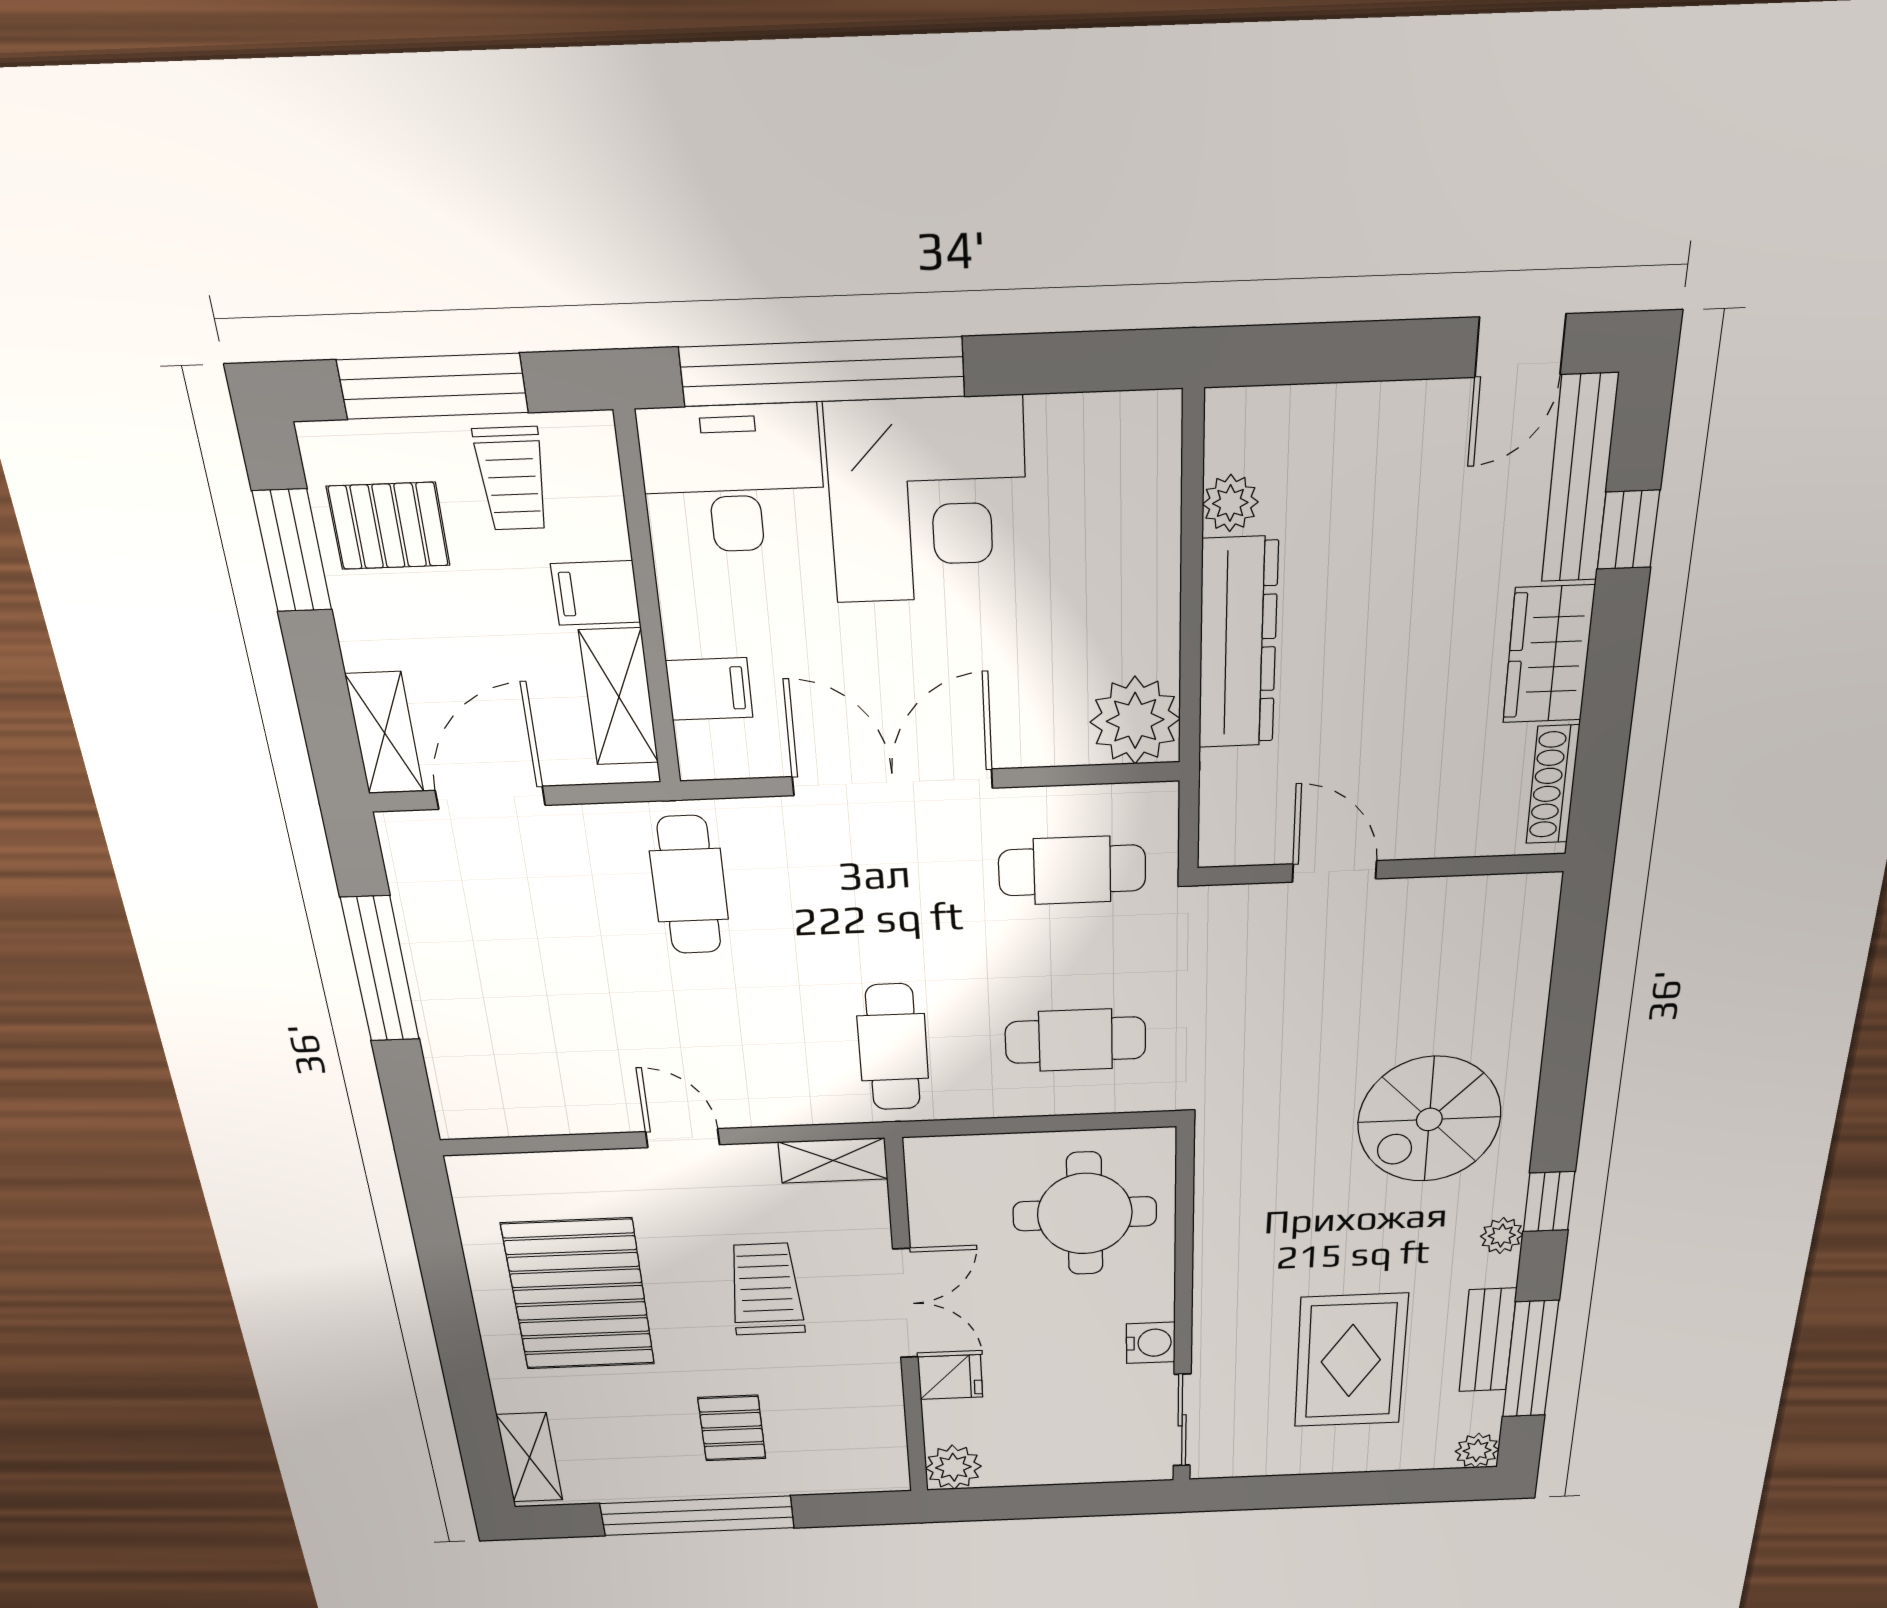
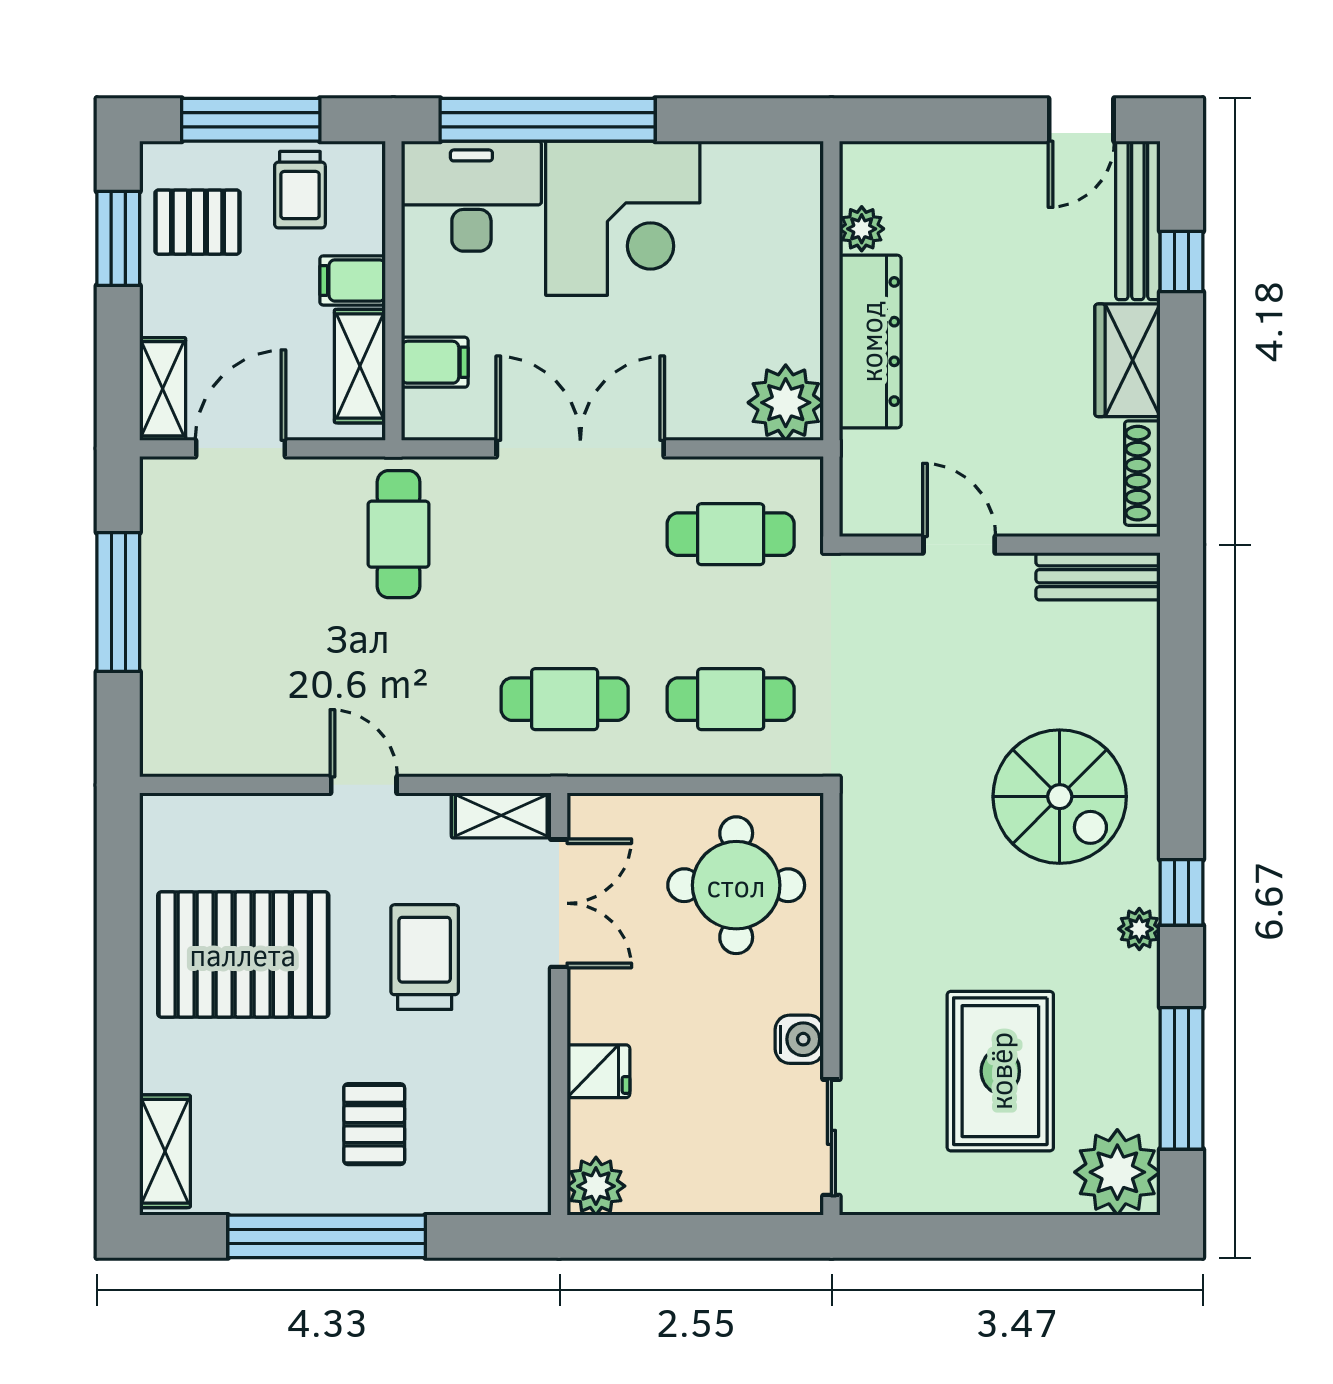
cafe table: (893, 1047) -> (565, 699), turned 90
spiral stairs: (1429, 1119) -> (1060, 797), turned -90
pallet: (579, 1295) -> (243, 954), turned 90
double door: (905, 1304) -> (559, 903), moved
bench: (1488, 1340) -> (1098, 576), moved, turned 90
plant: (1477, 1451) -> (1117, 1172), width x1.87, depth x1.87

